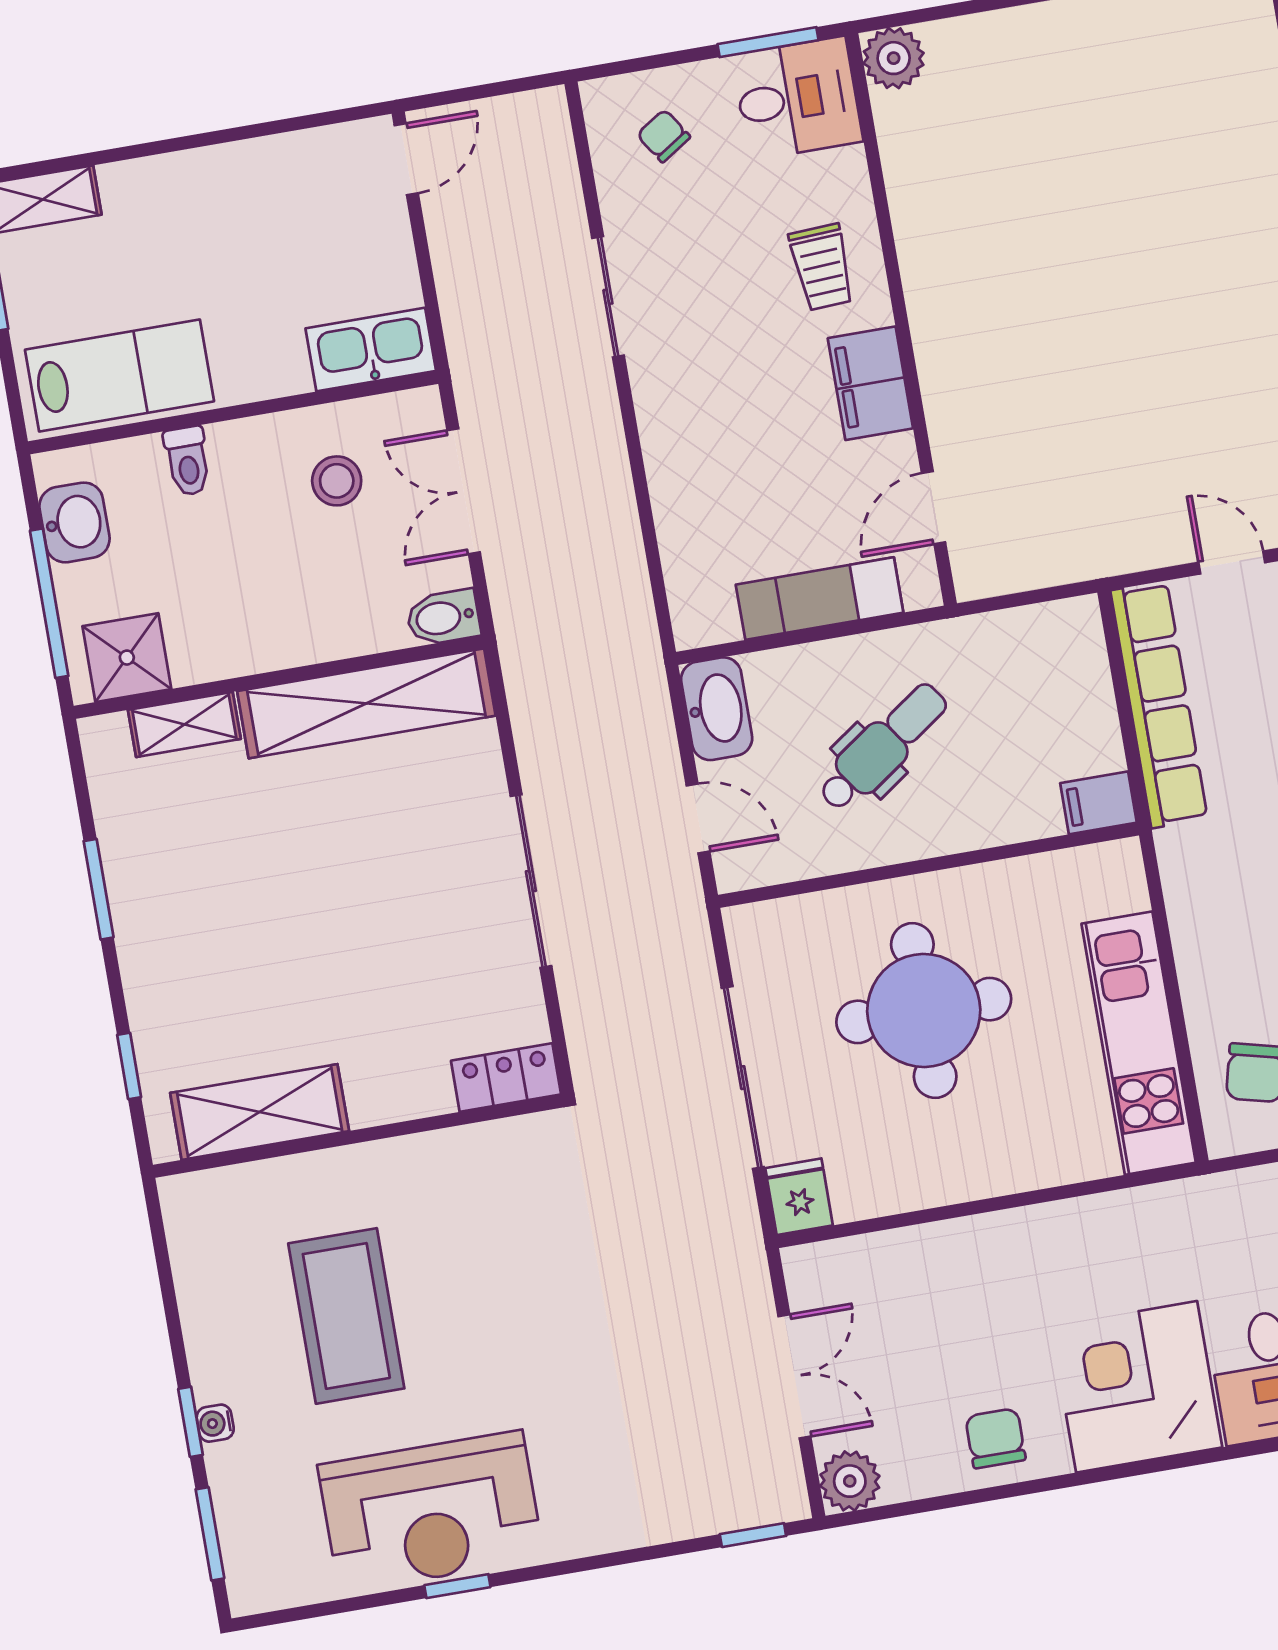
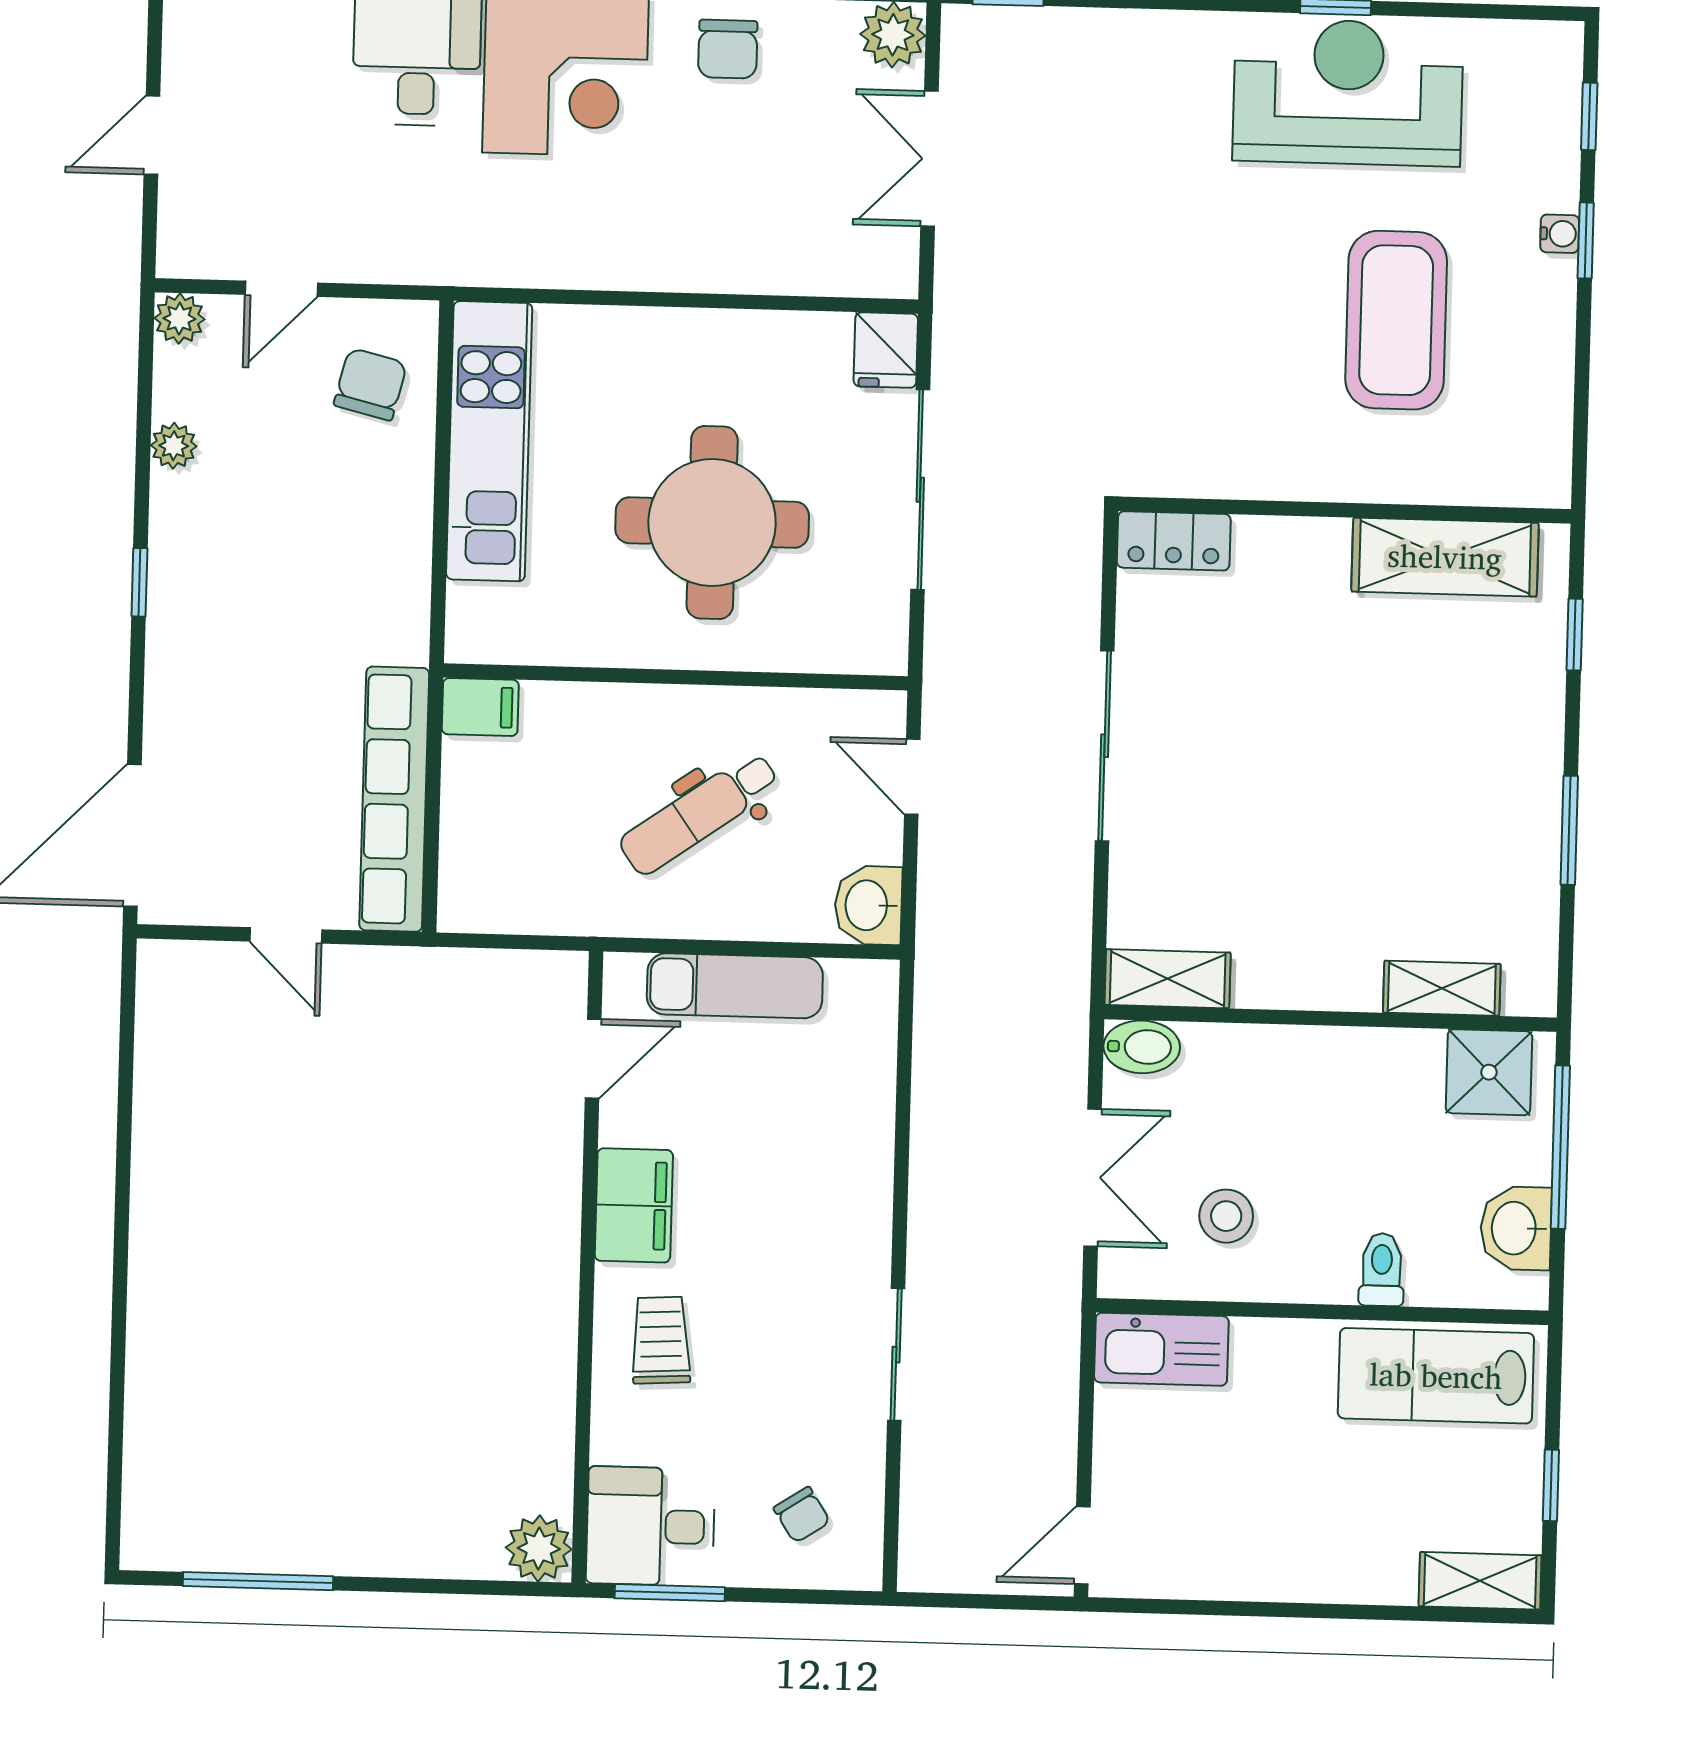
shelving: (366, 703) -> (1168, 979), width x0.45, depth x0.75
washbasin: (717, 709) -> (868, 905), width x0.72
window: (210, 1534) -> (1589, 116), width x0.67

